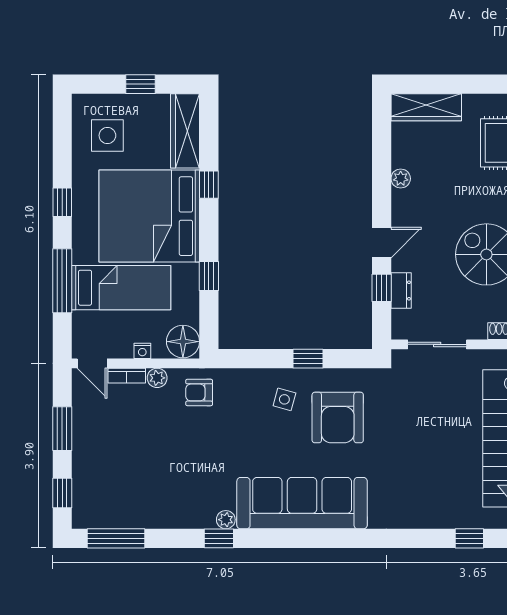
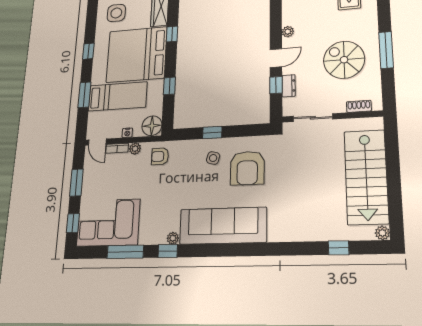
plant: (401, 179) -> (288, 32), moved
window: (62, 281) -> (84, 95), width x0.69
window: (308, 359) -> (212, 133), moved
corner sofa: (121, 494) -> (108, 223), added
window: (116, 538) -> (125, 252), moved

